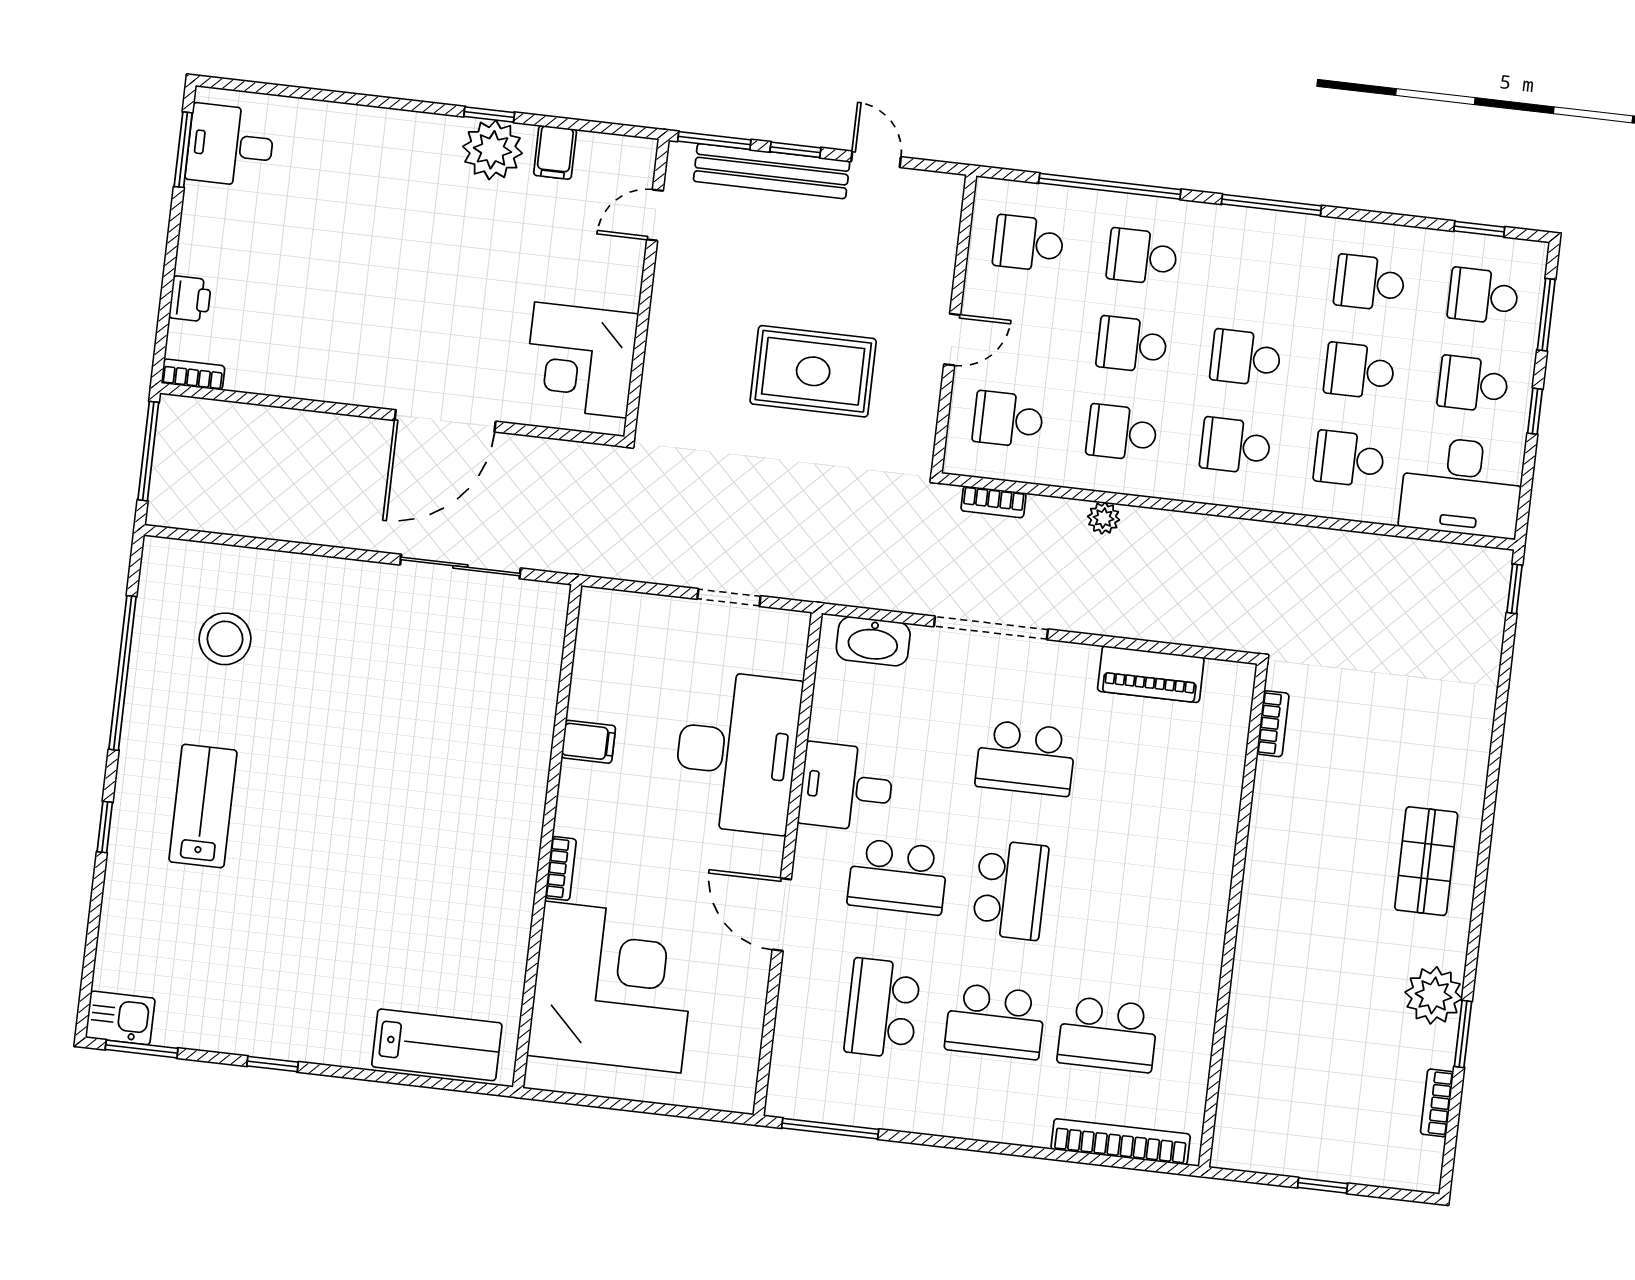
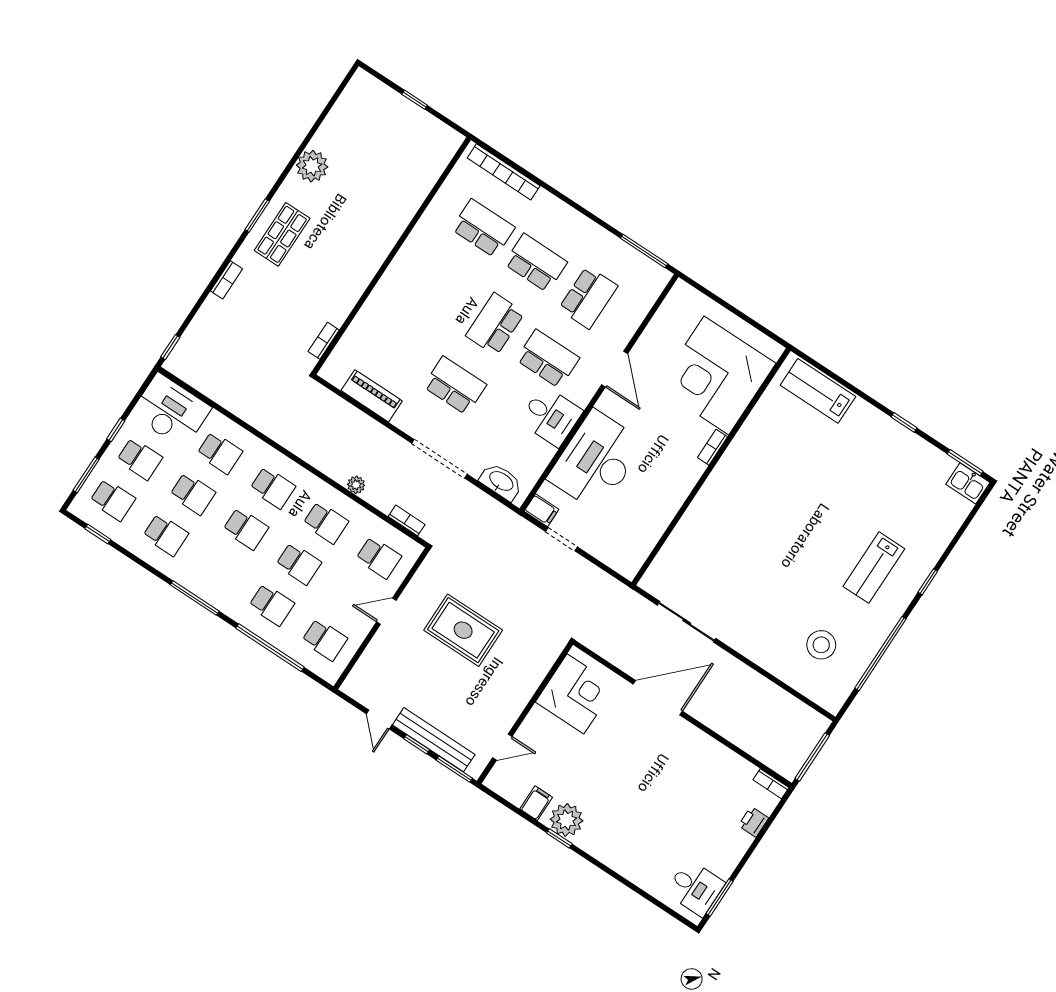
filing cabinet: (588, 742) -> (541, 510), moved, turned 180
window: (1463, 1034) -> (257, 215), moved
bookcase: (1437, 1103) -> (227, 280), moved

